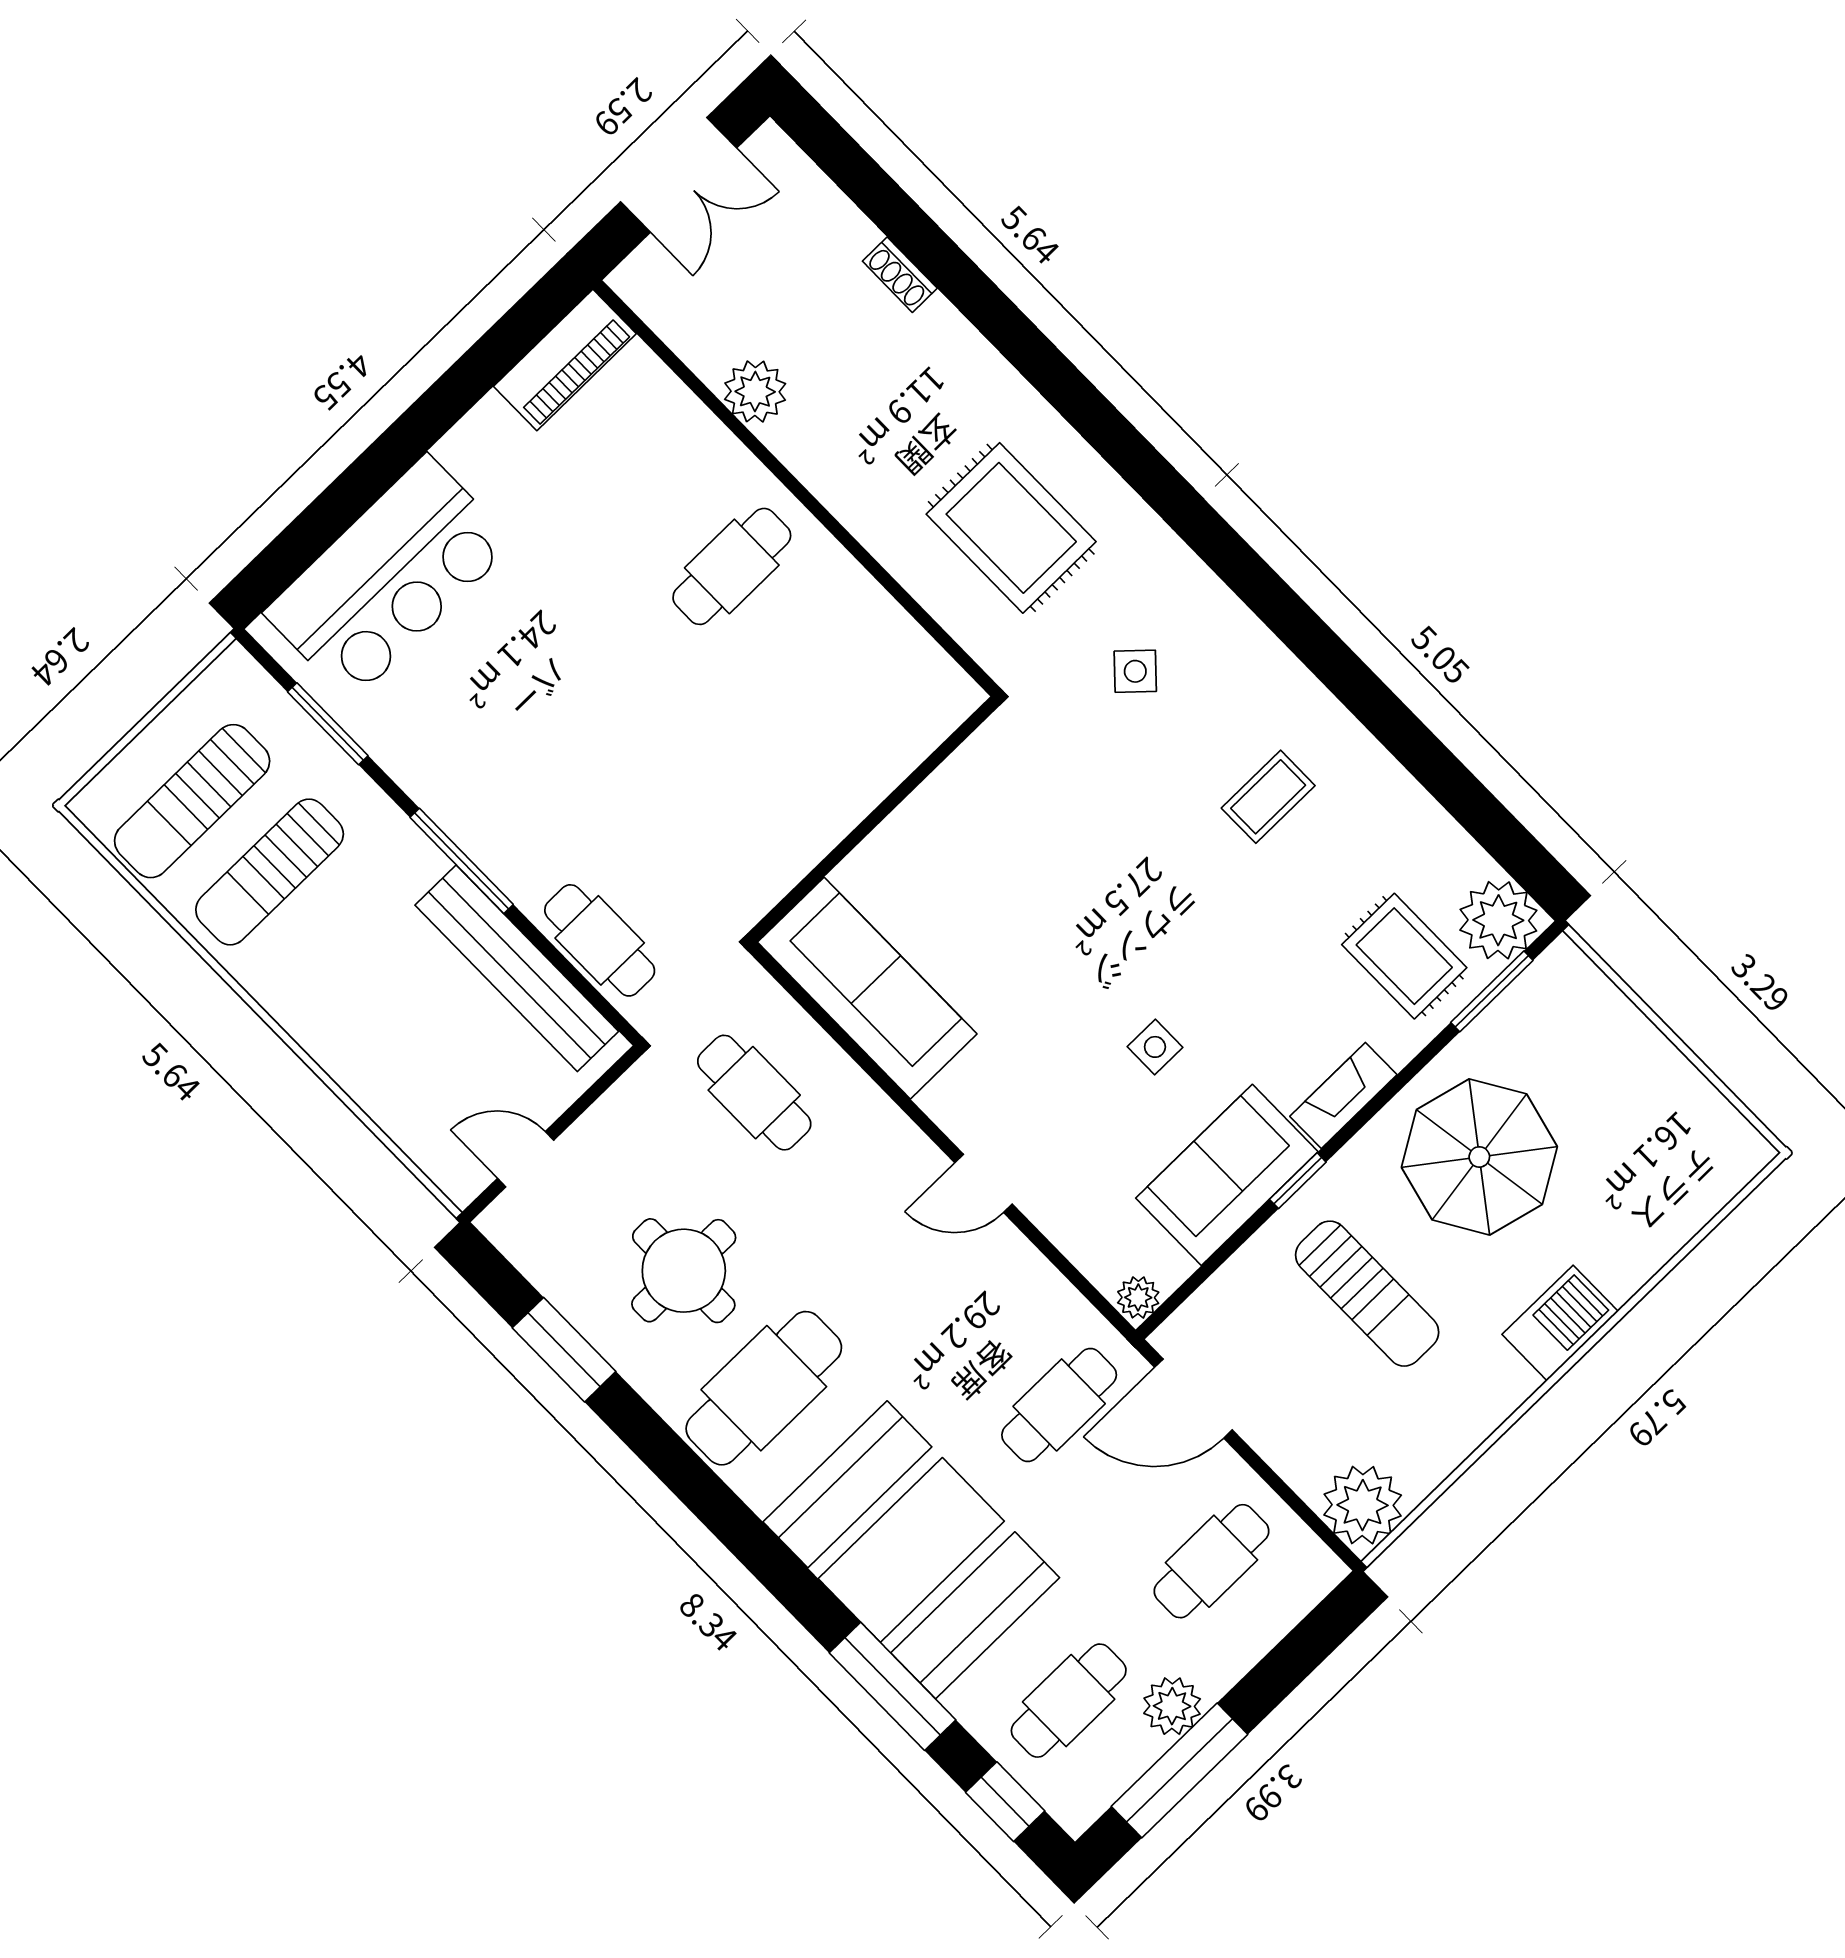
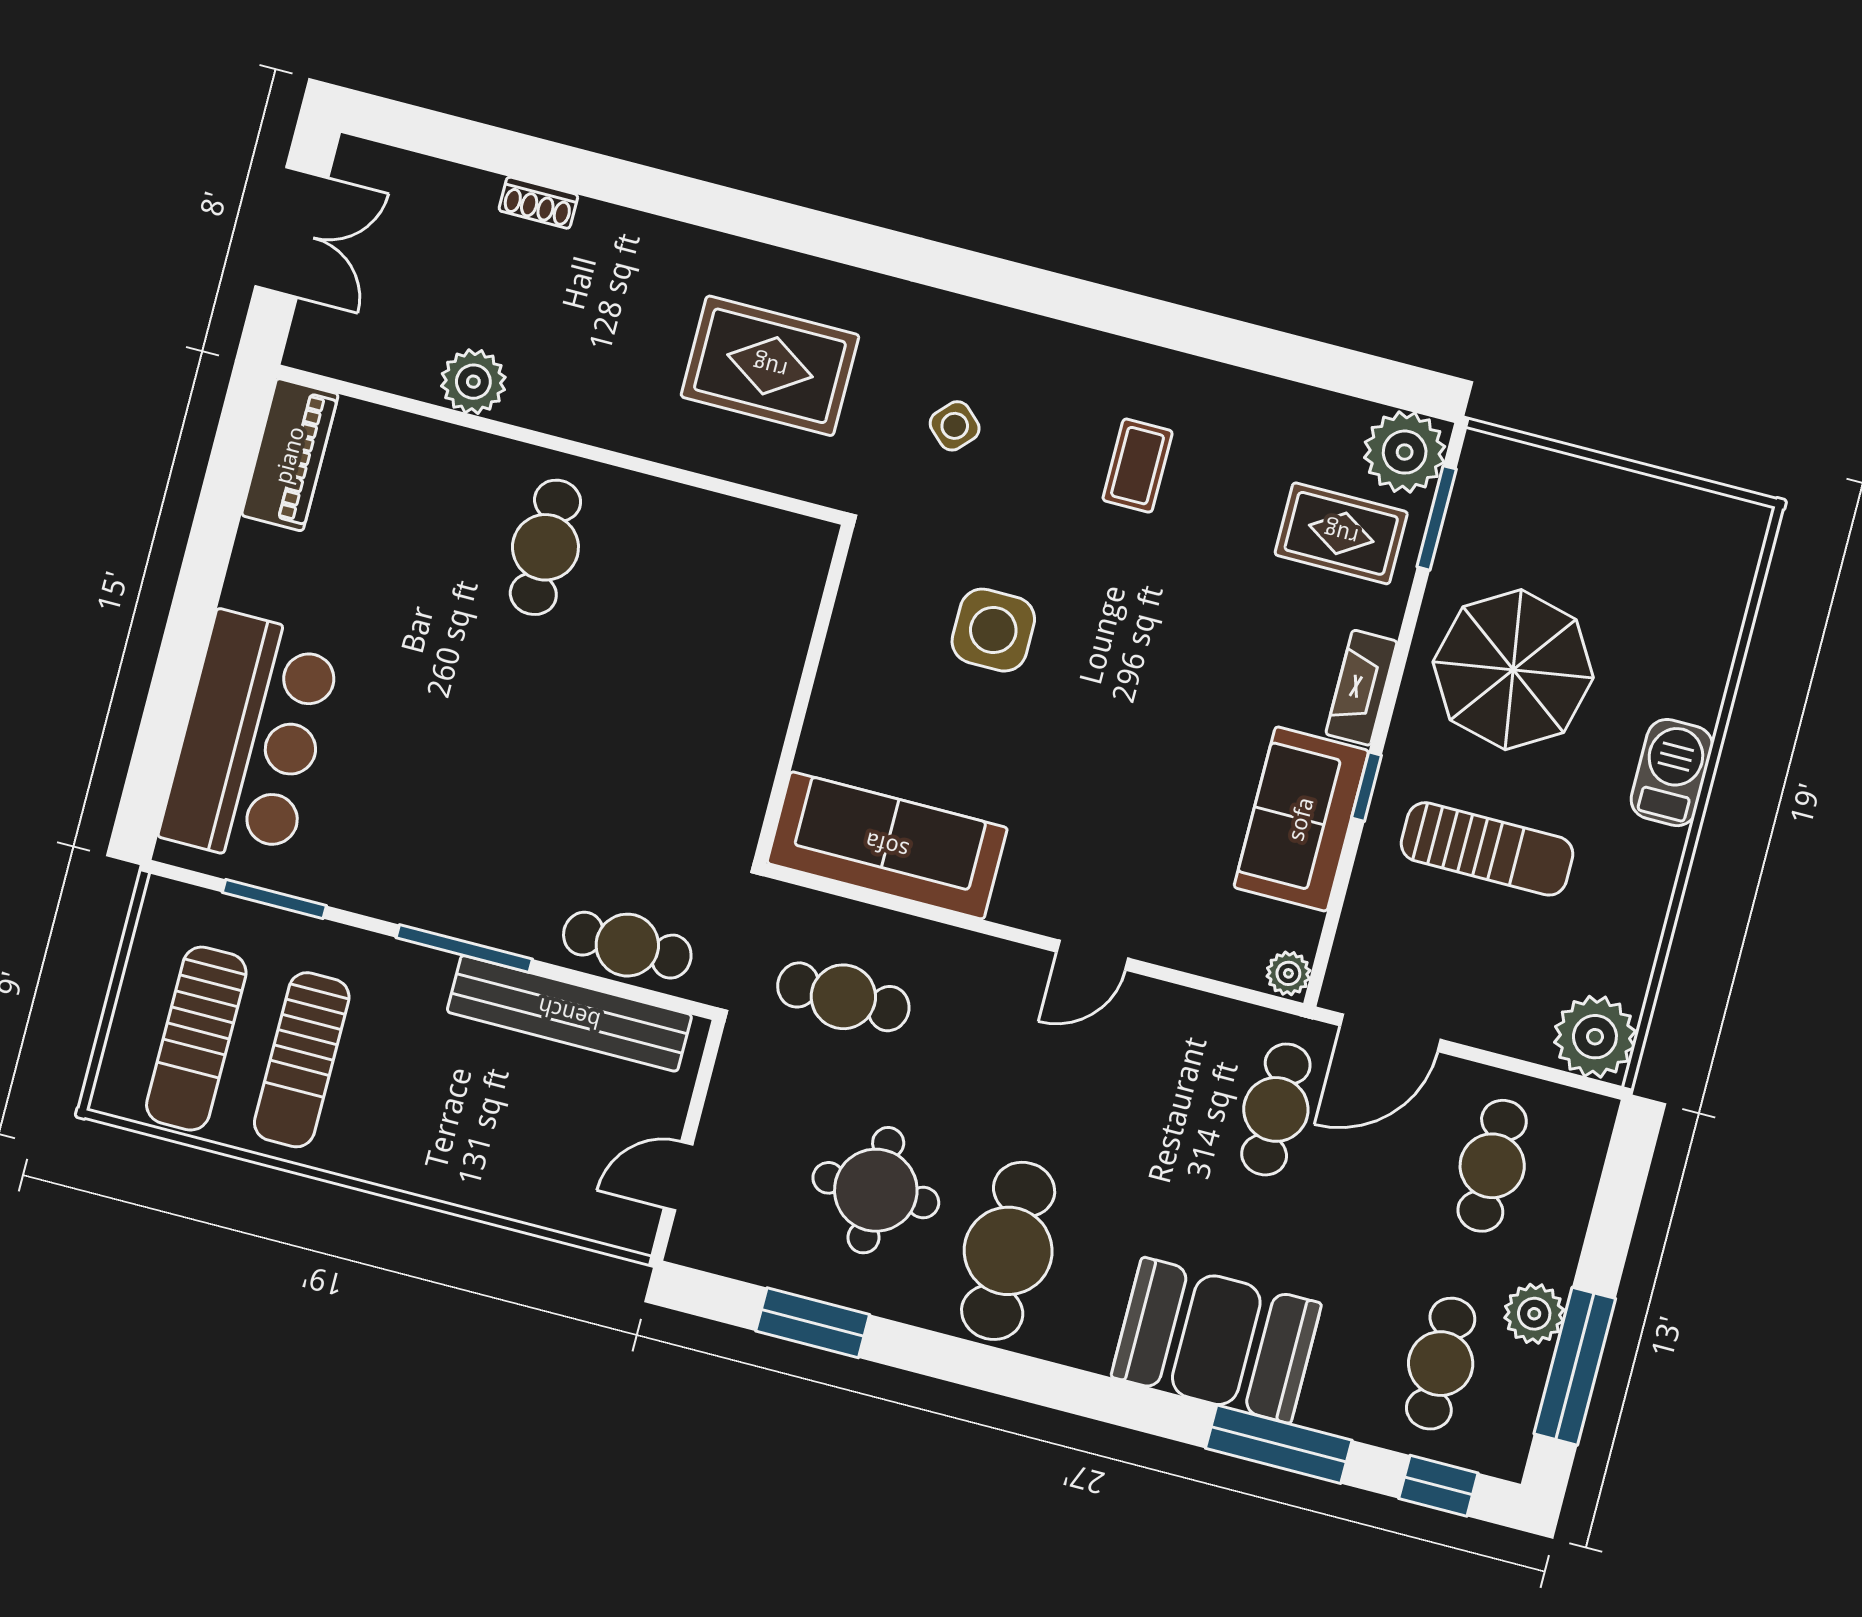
side table: (1155, 1047) -> (993, 630), moved, width x1.87, depth x1.87
booth: (911, 1550) -> (1216, 1340), width x0.73, depth x0.70

